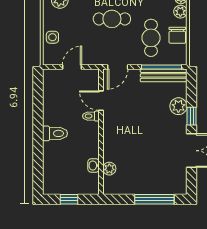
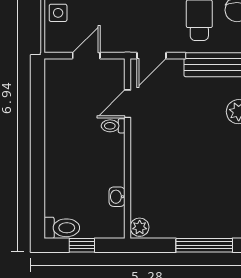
door: (101, 101) -> (128, 104), hinge flipped
toilet: (55, 133) -> (62, 228), moved
plant: (109, 169) -> (140, 227), moved

